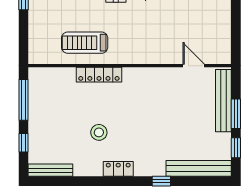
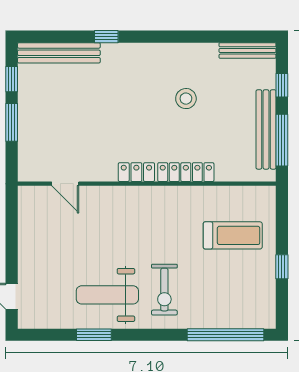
treadmill: (85, 43) -> (233, 235), moved
bench: (223, 101) -> (266, 129), moved
locker: (118, 169) -> (136, 172), moved, turned 180

